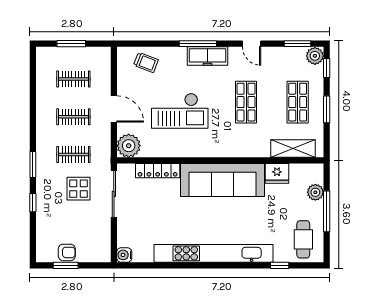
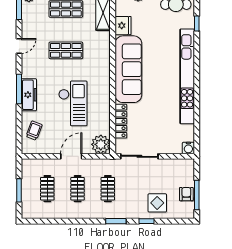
freezer: (208, 56) -> (29, 95), moved
display table: (78, 189) -> (157, 203), moved
window: (66, 265) -> (197, 195), width x1.44

